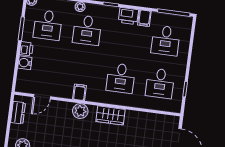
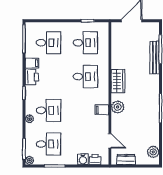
printer: (26, 49) -> (95, 160), moved

